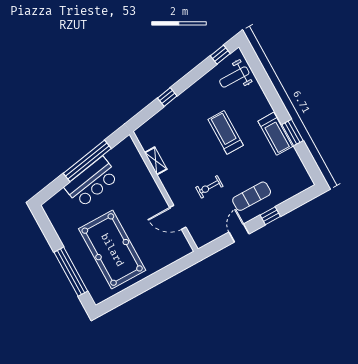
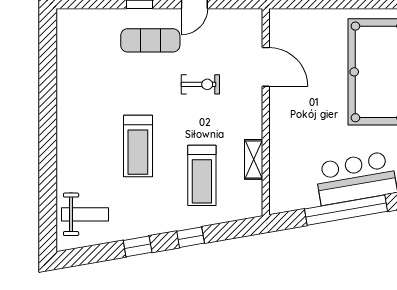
window: (220, 55) -> (138, 246), moved
window: (292, 133) -> (48, 96), removed
treadmill: (275, 134) -> (202, 175), moved, turned 180

